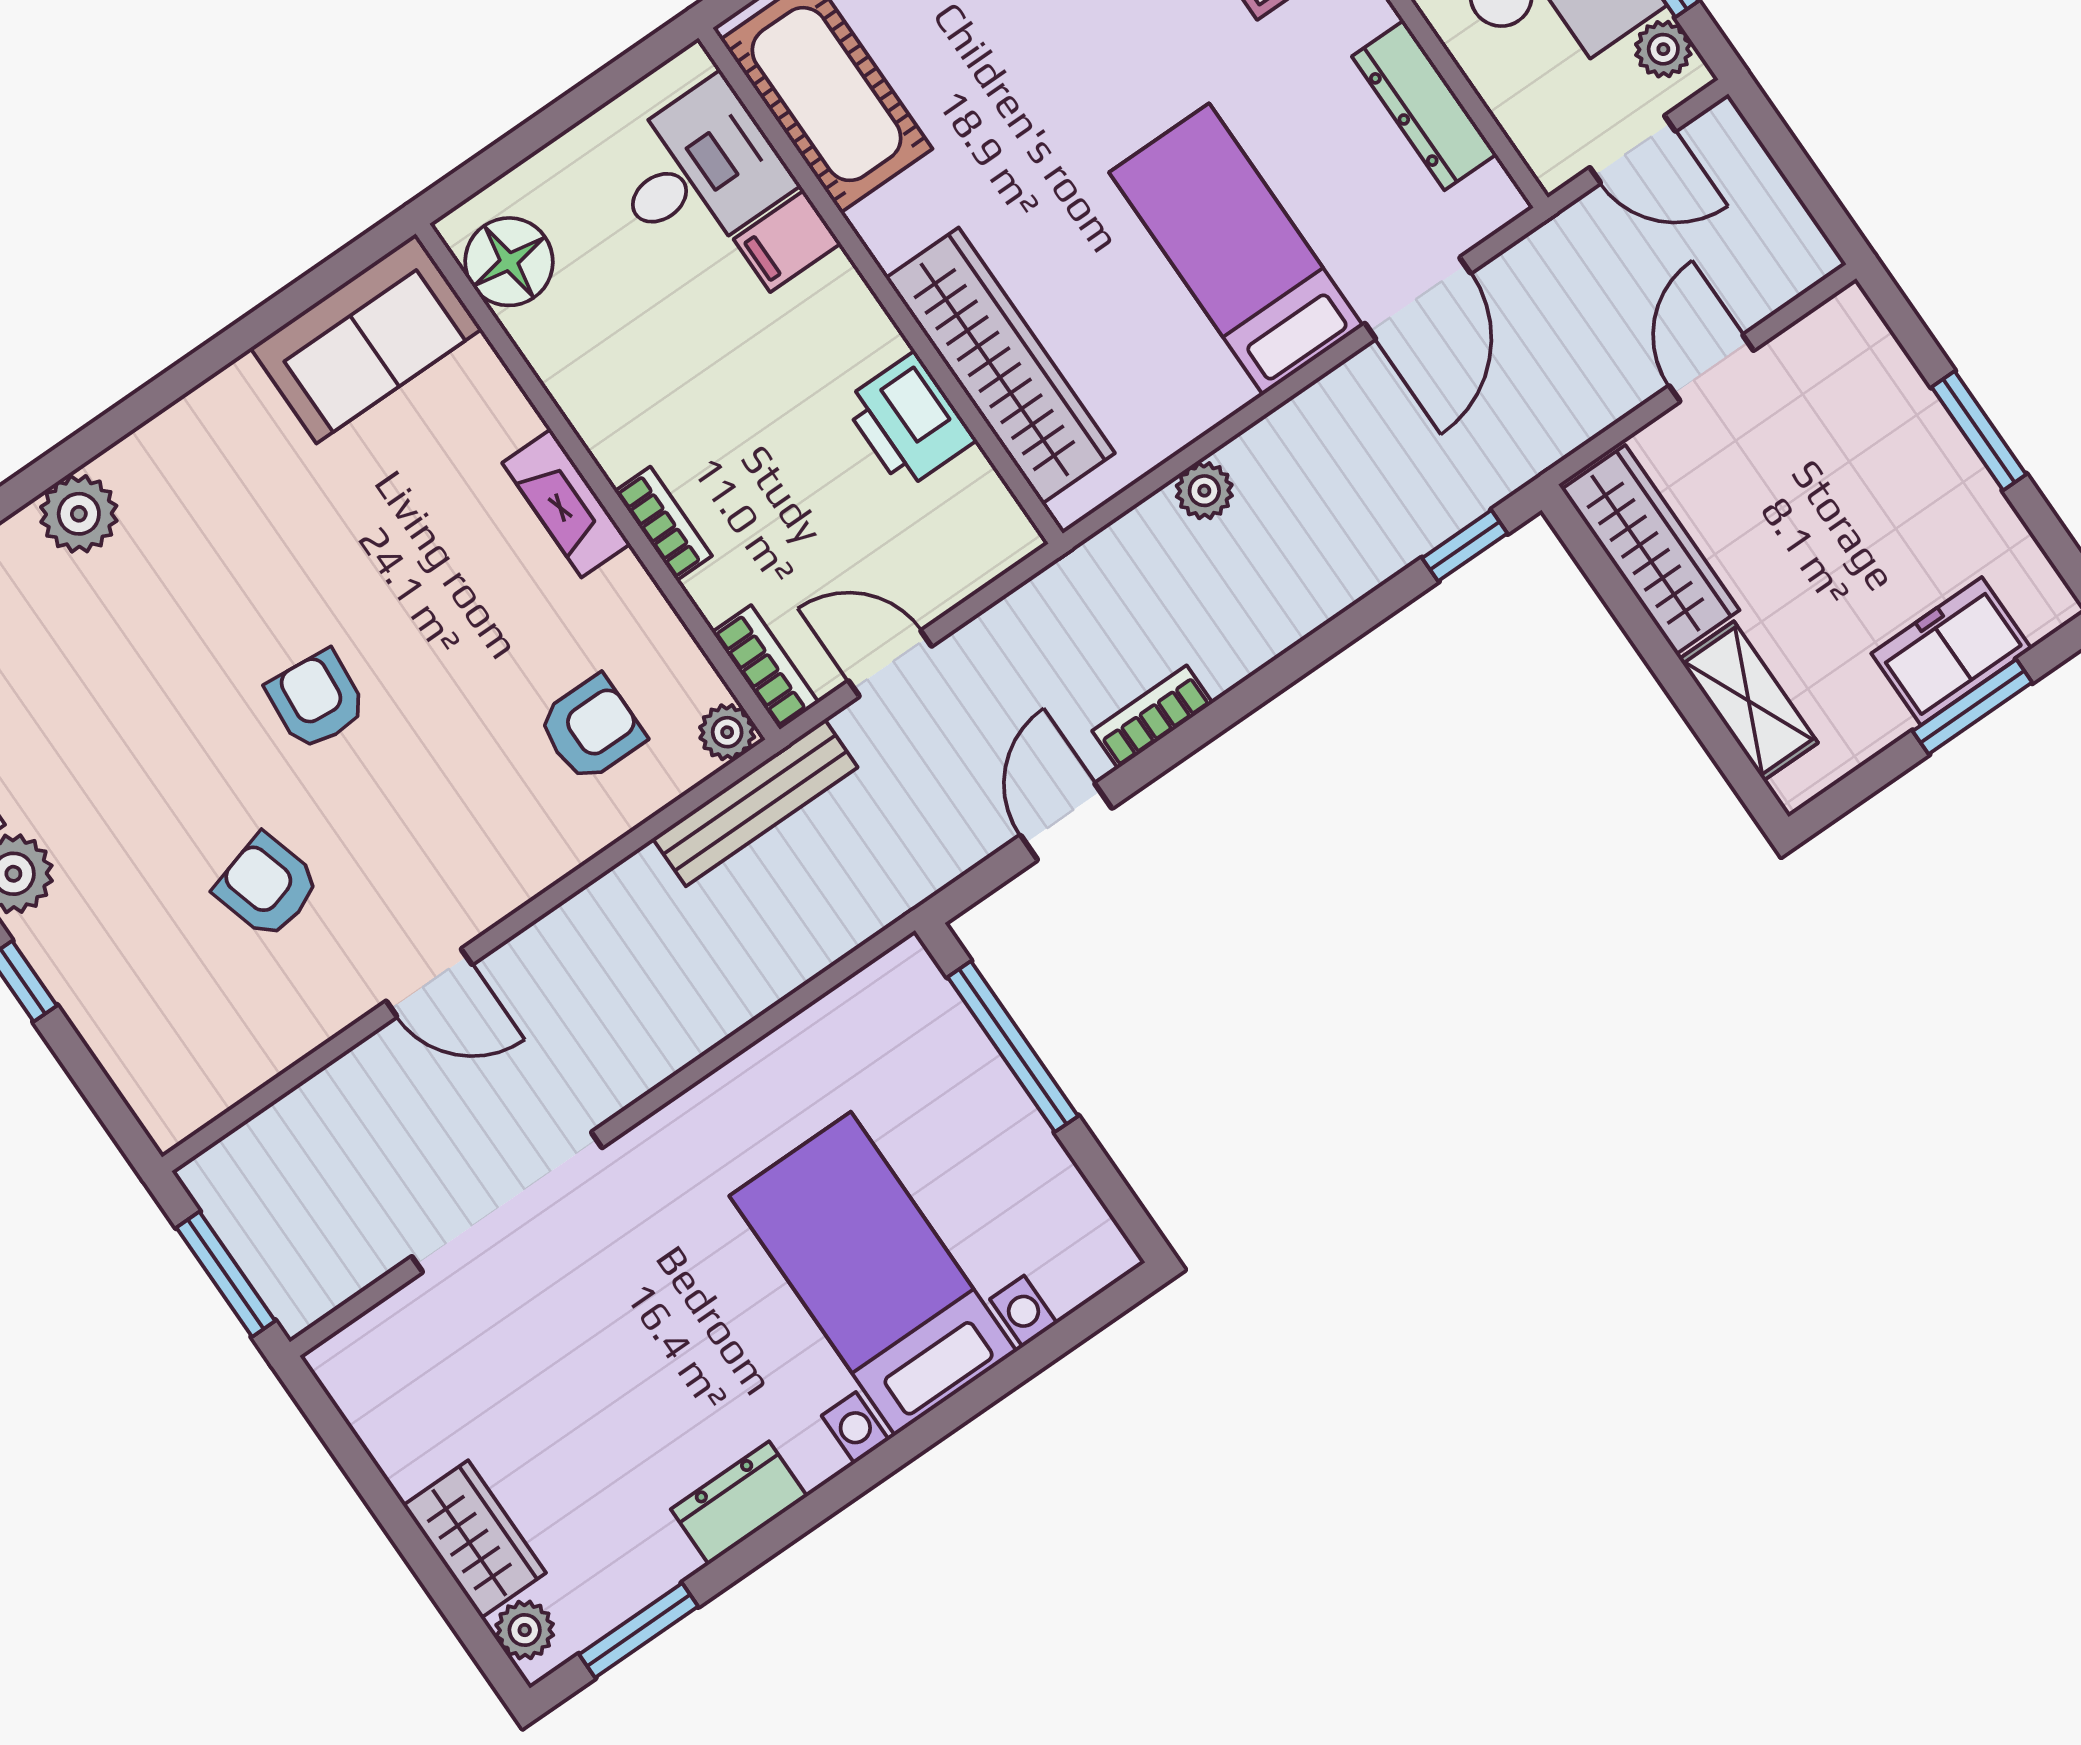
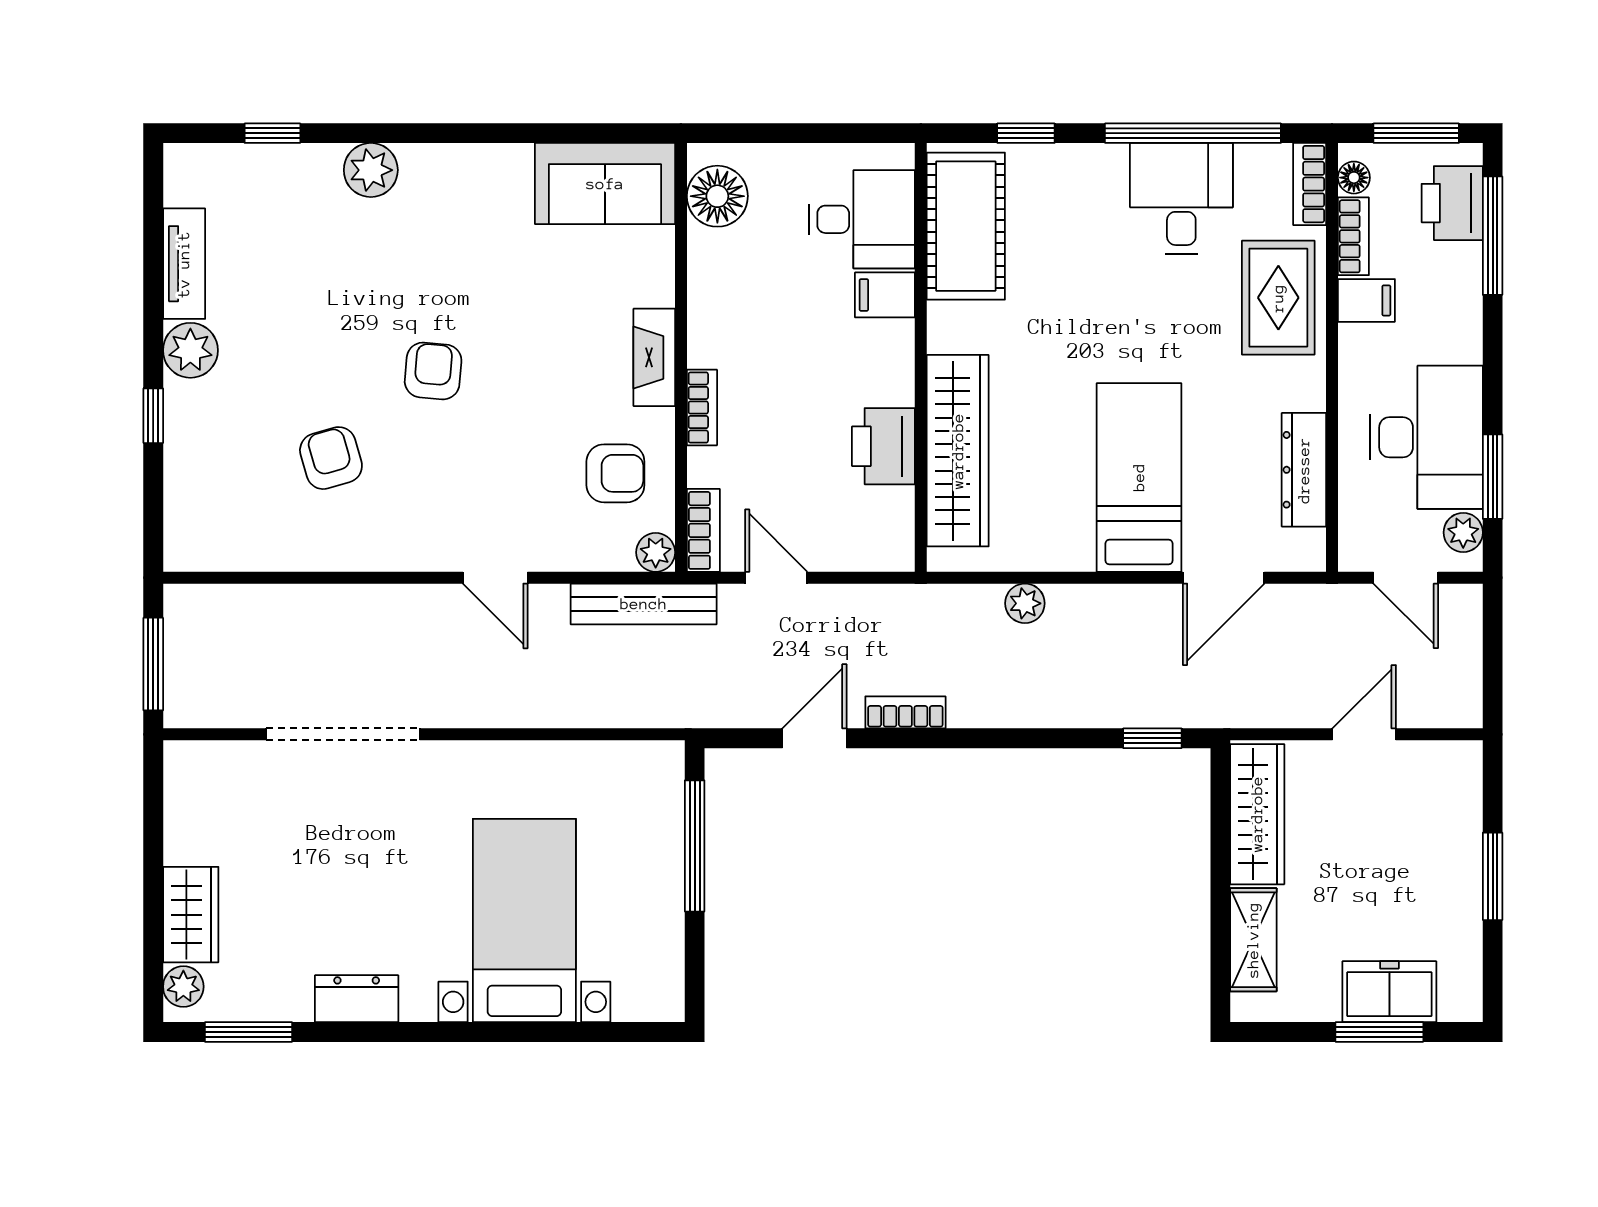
armchair: (591, 729) -> (615, 473), moved
door: (429, 983) -> (495, 578), moved

